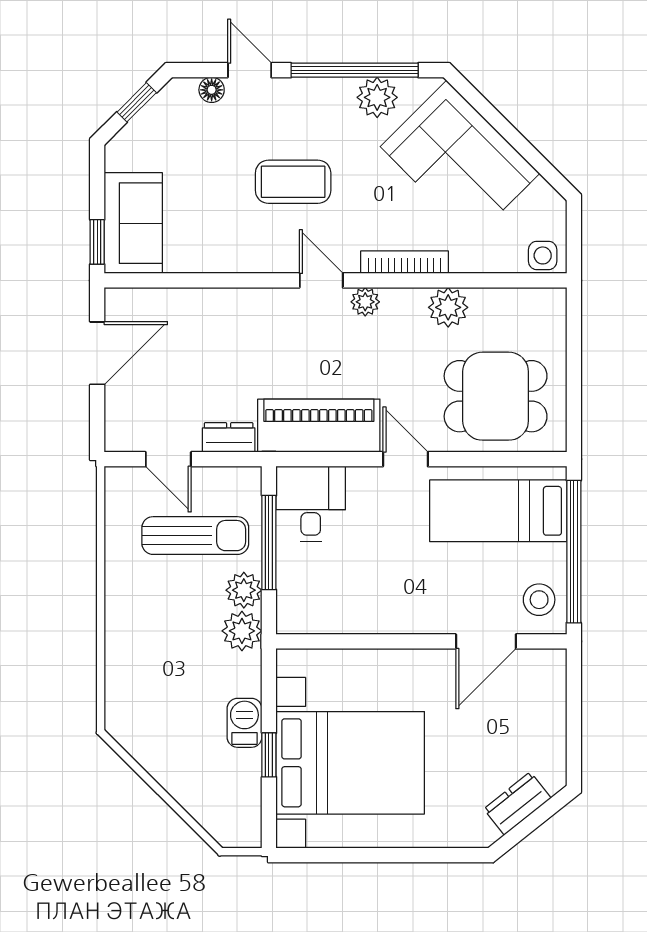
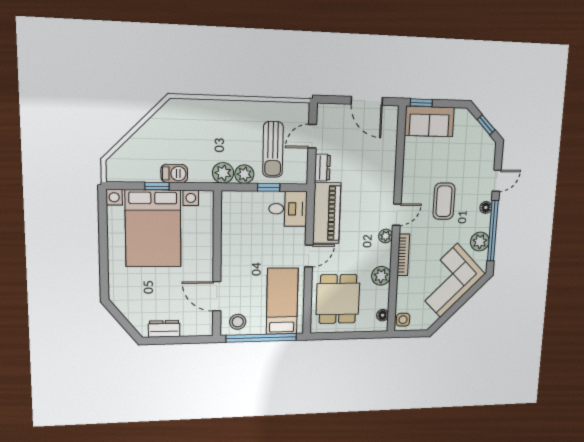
floor lamp: (212, 90) -> (486, 207), moved
floor lamp: (532, 300) -> (383, 315), added
window: (269, 543) -> (269, 187), width x0.46
dresser: (517, 803) -> (164, 329), moved, turned -51

